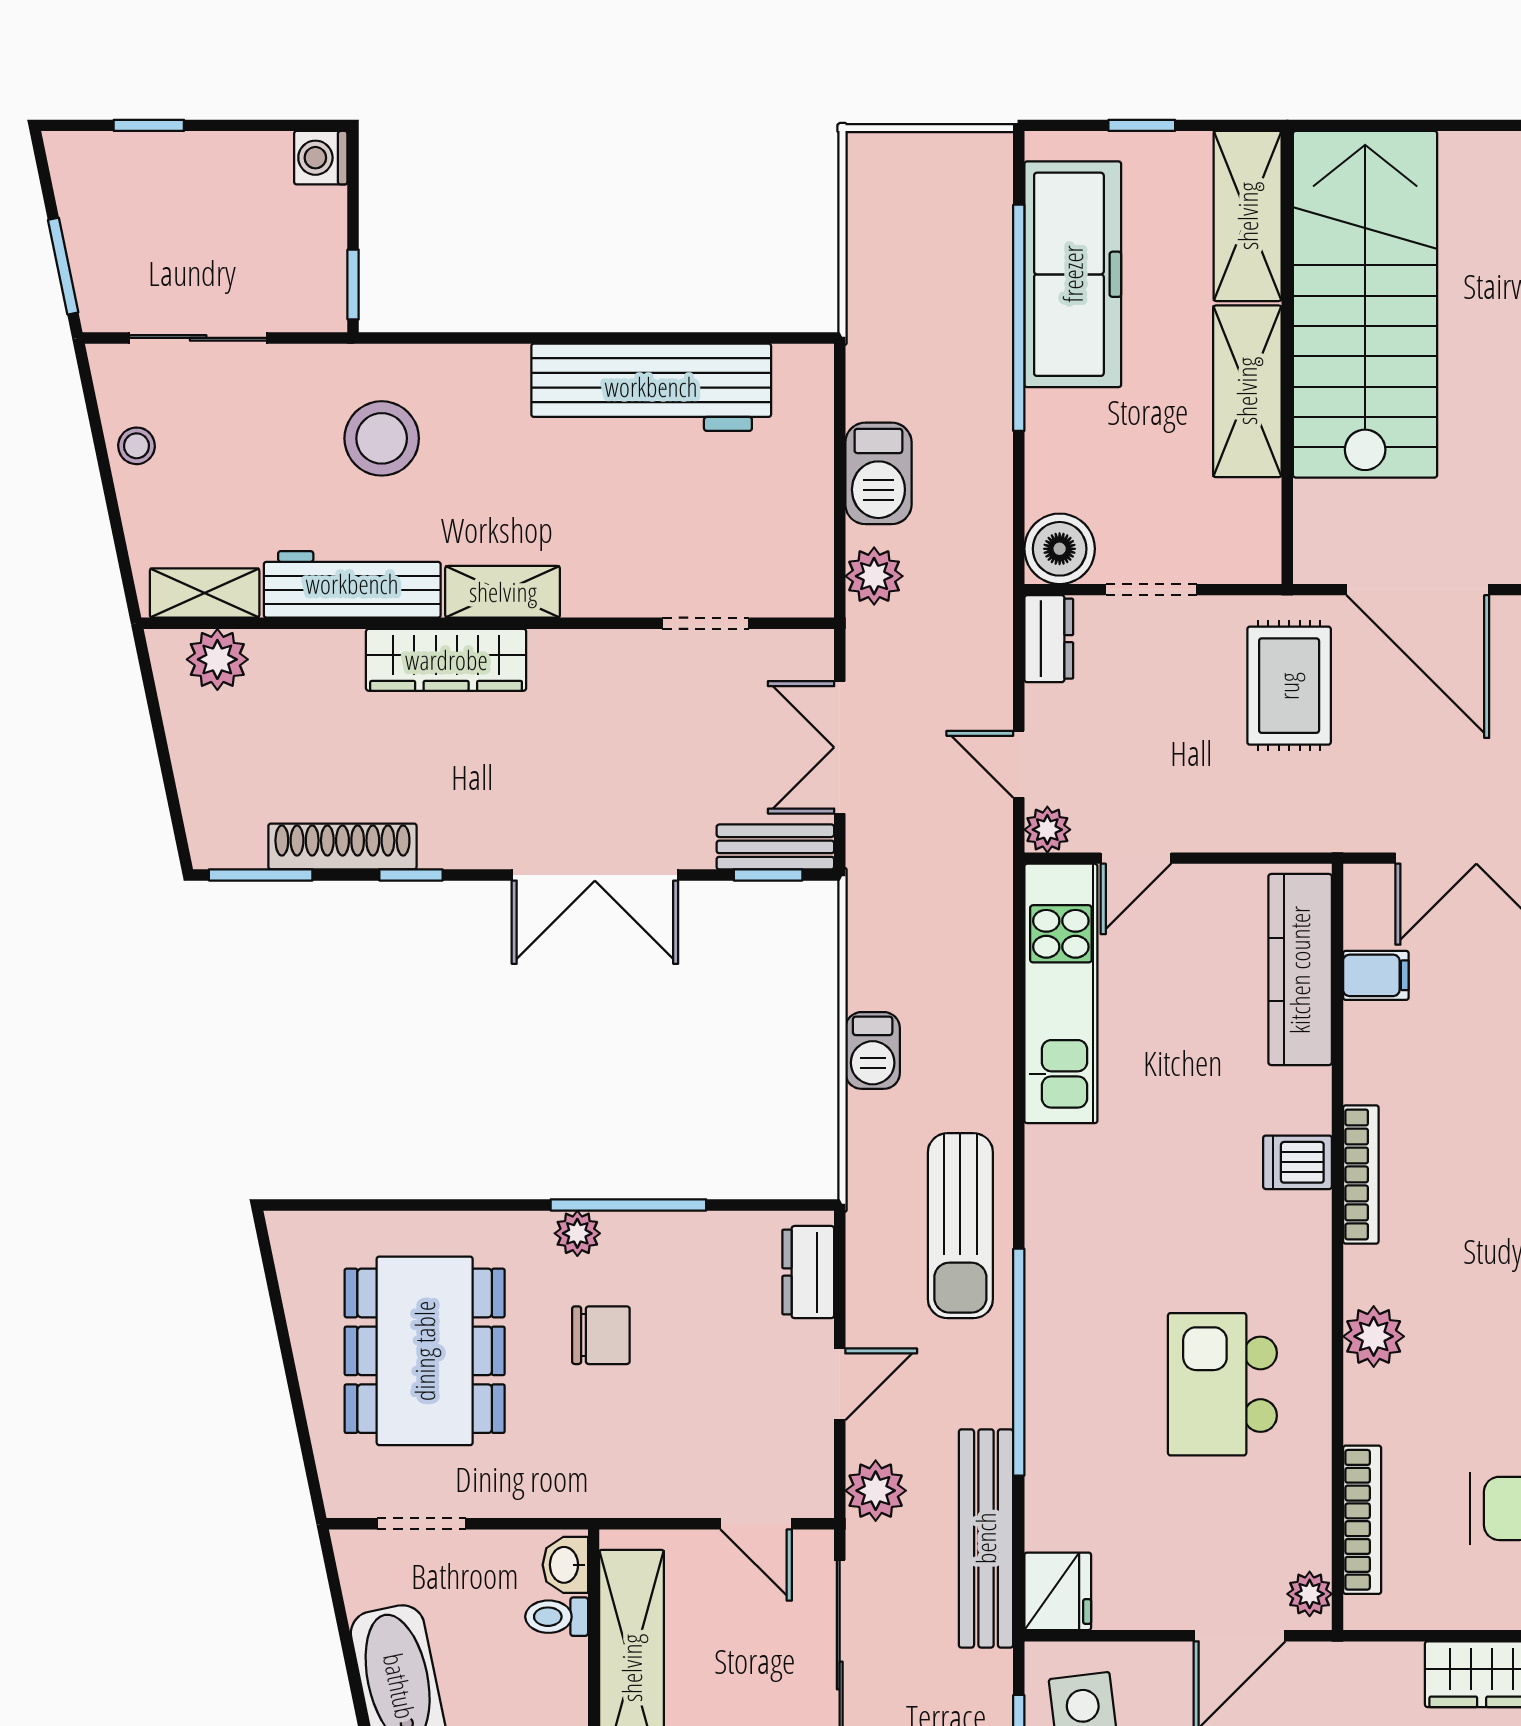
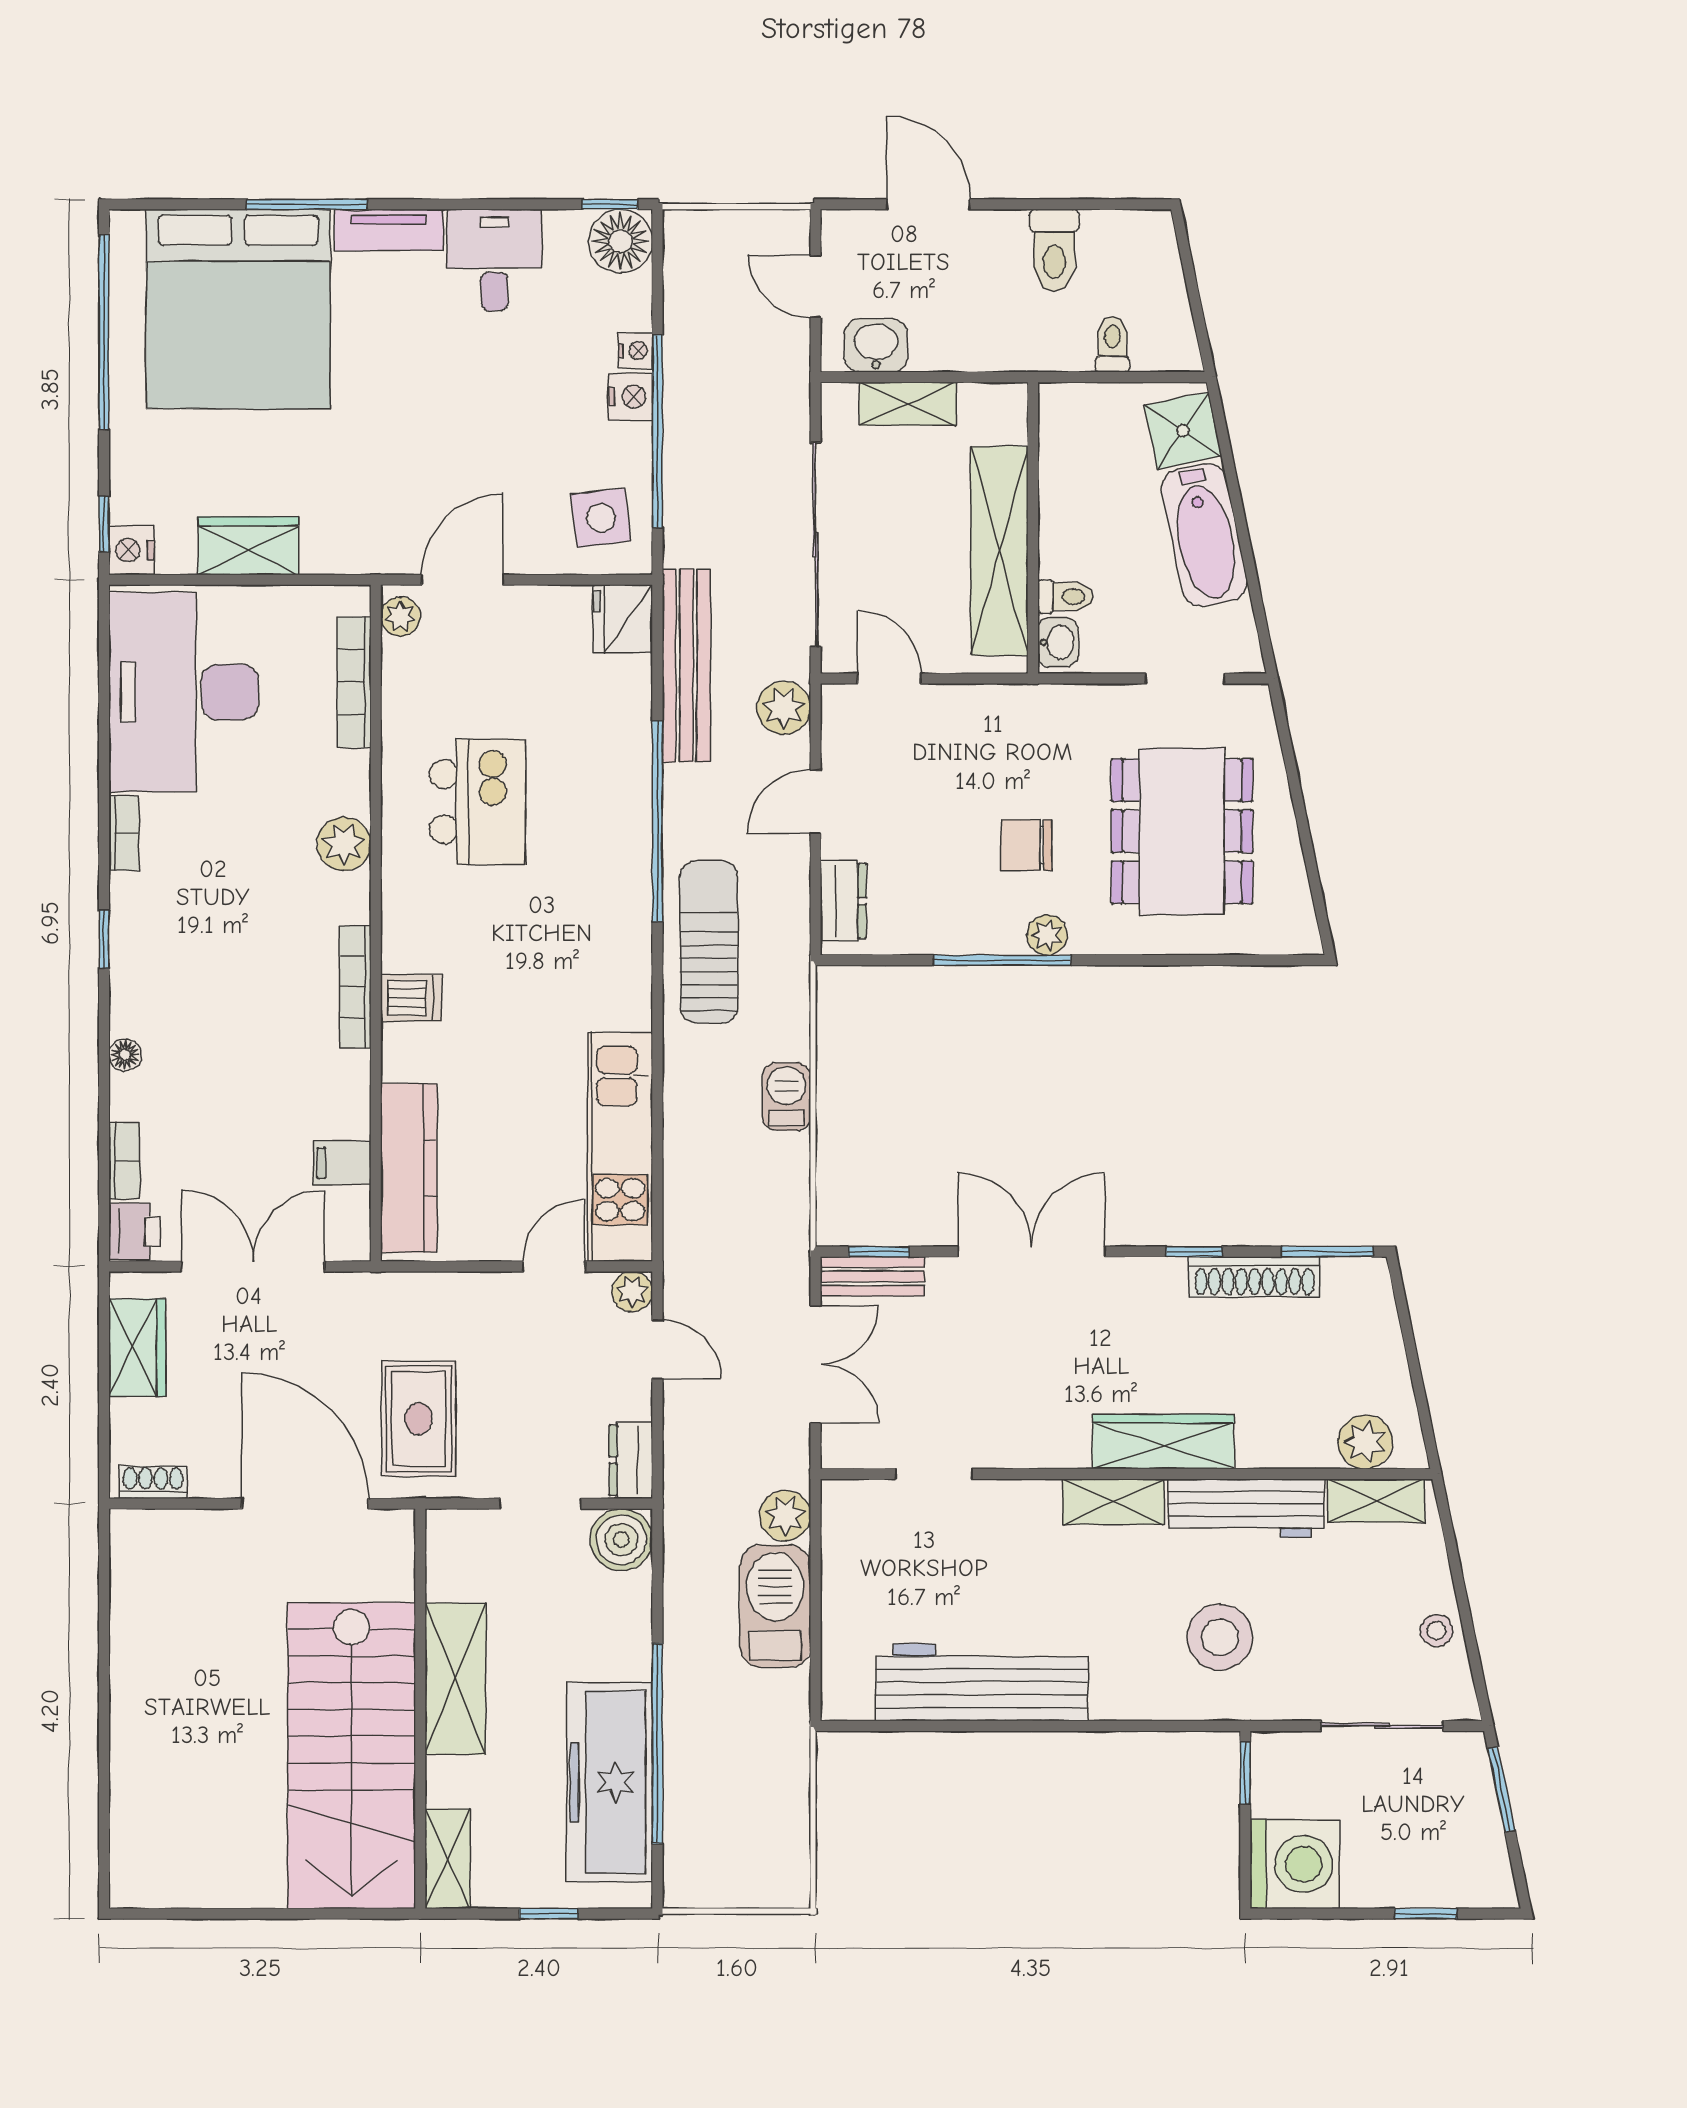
washing machine: (321, 158) -> (1295, 1864), width x1.89, depth x1.89
shelving: (1248, 216) -> (448, 1859), width x0.67, depth x0.75
barbecue: (878, 473) -> (775, 1606), width x1.37, depth x1.21

